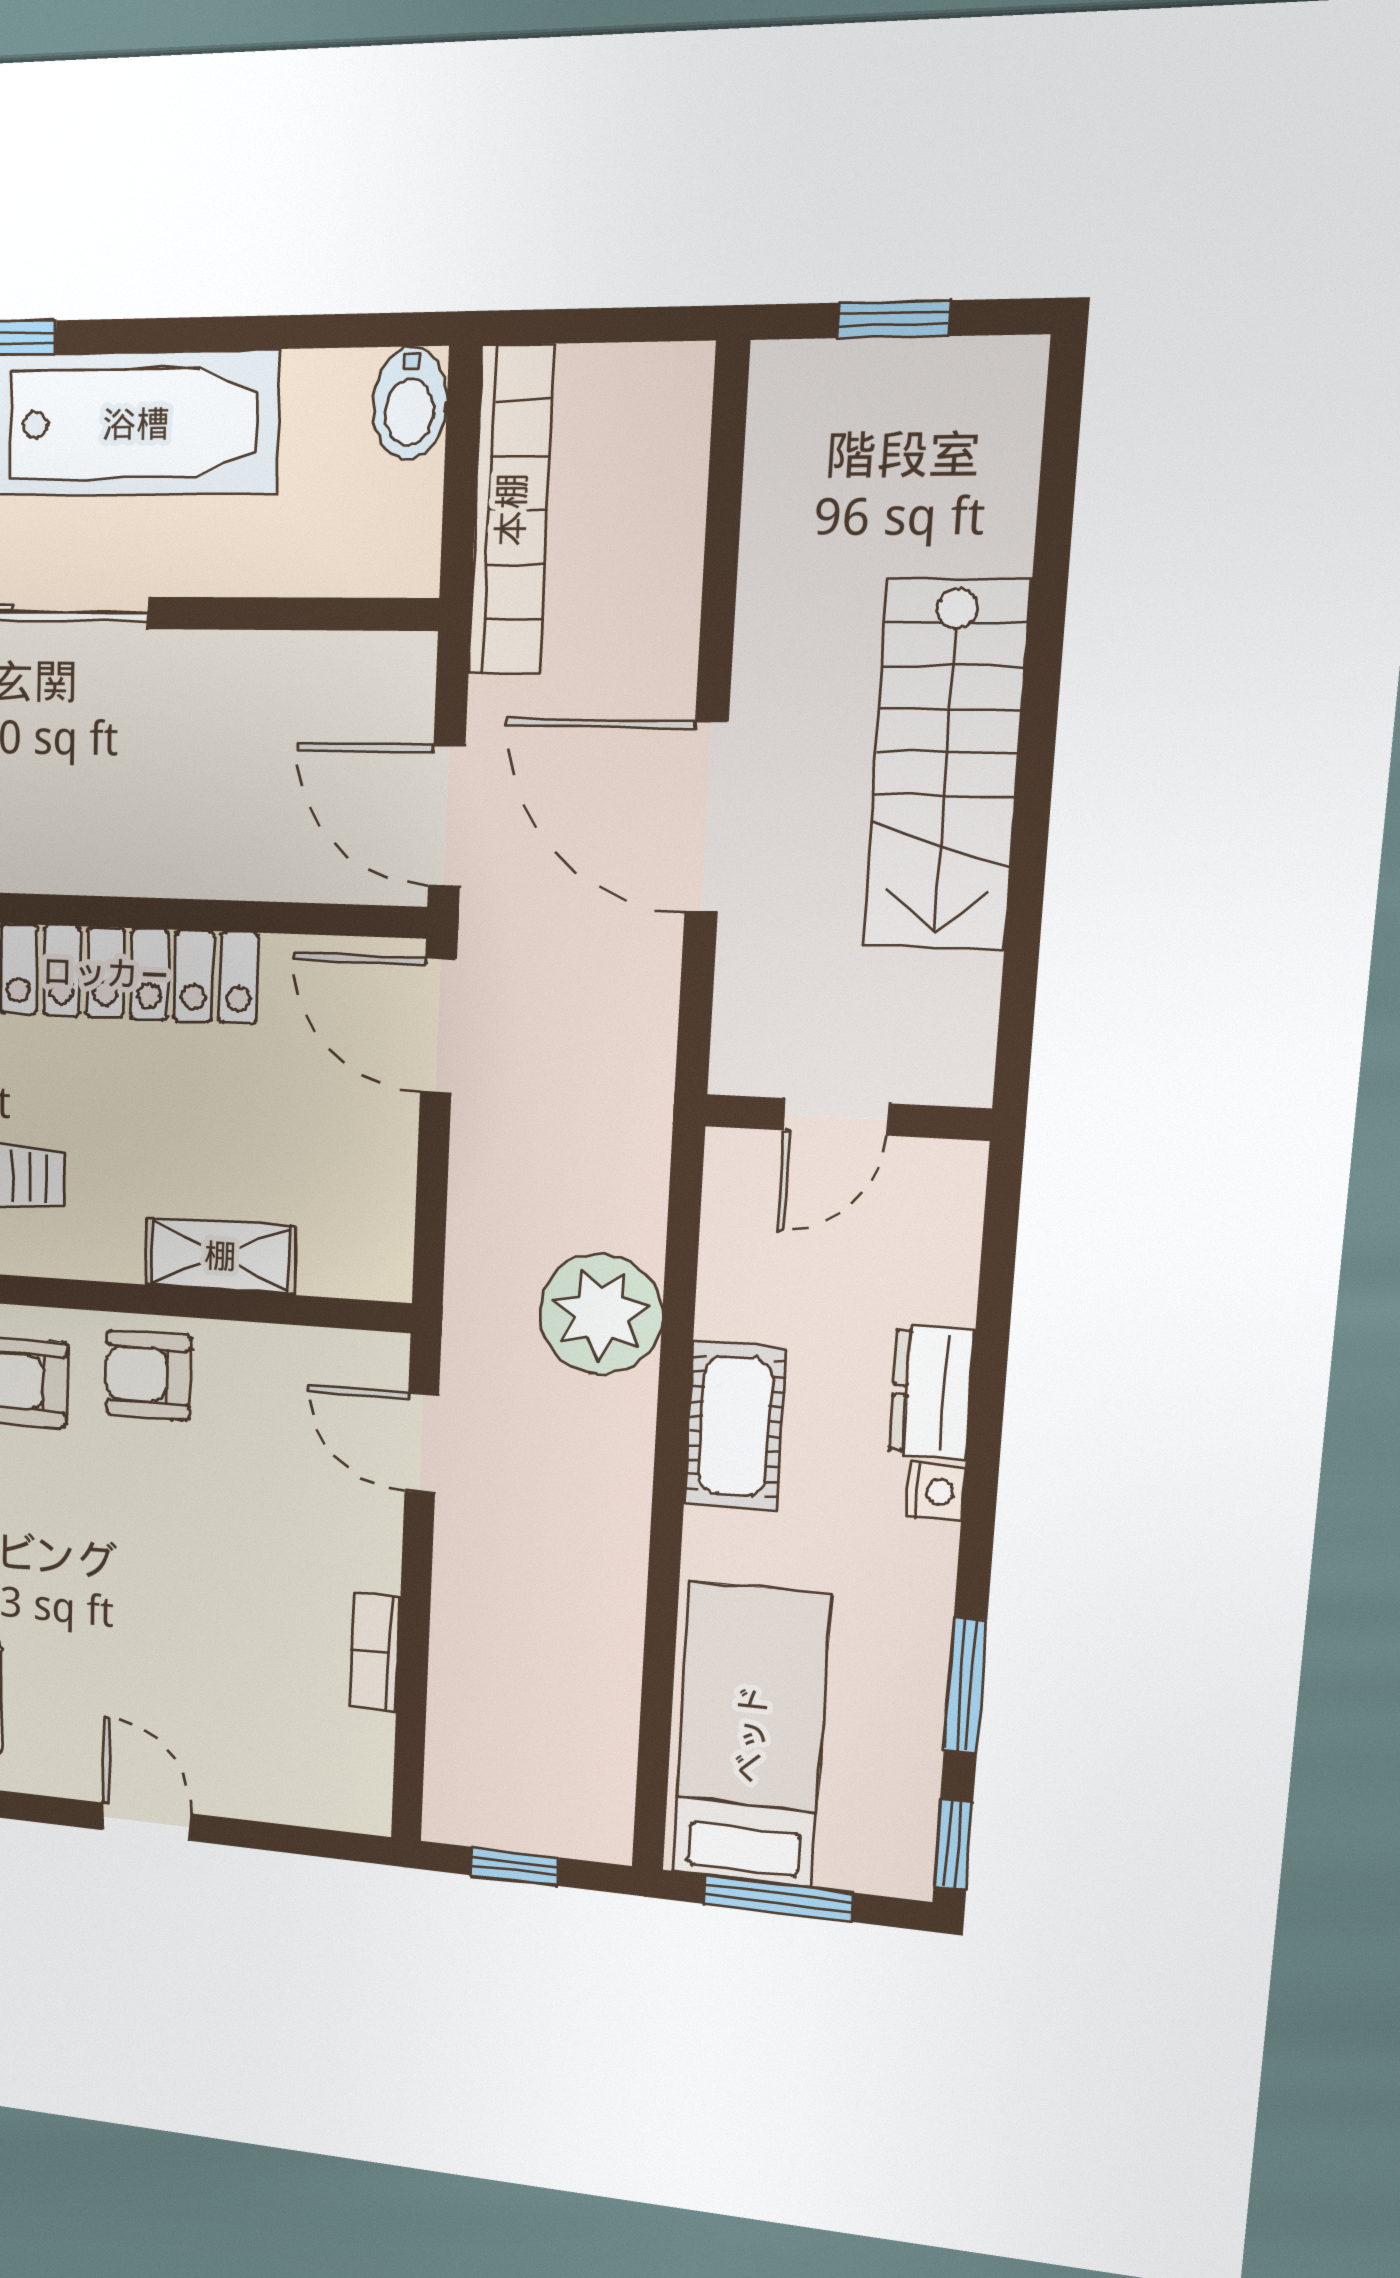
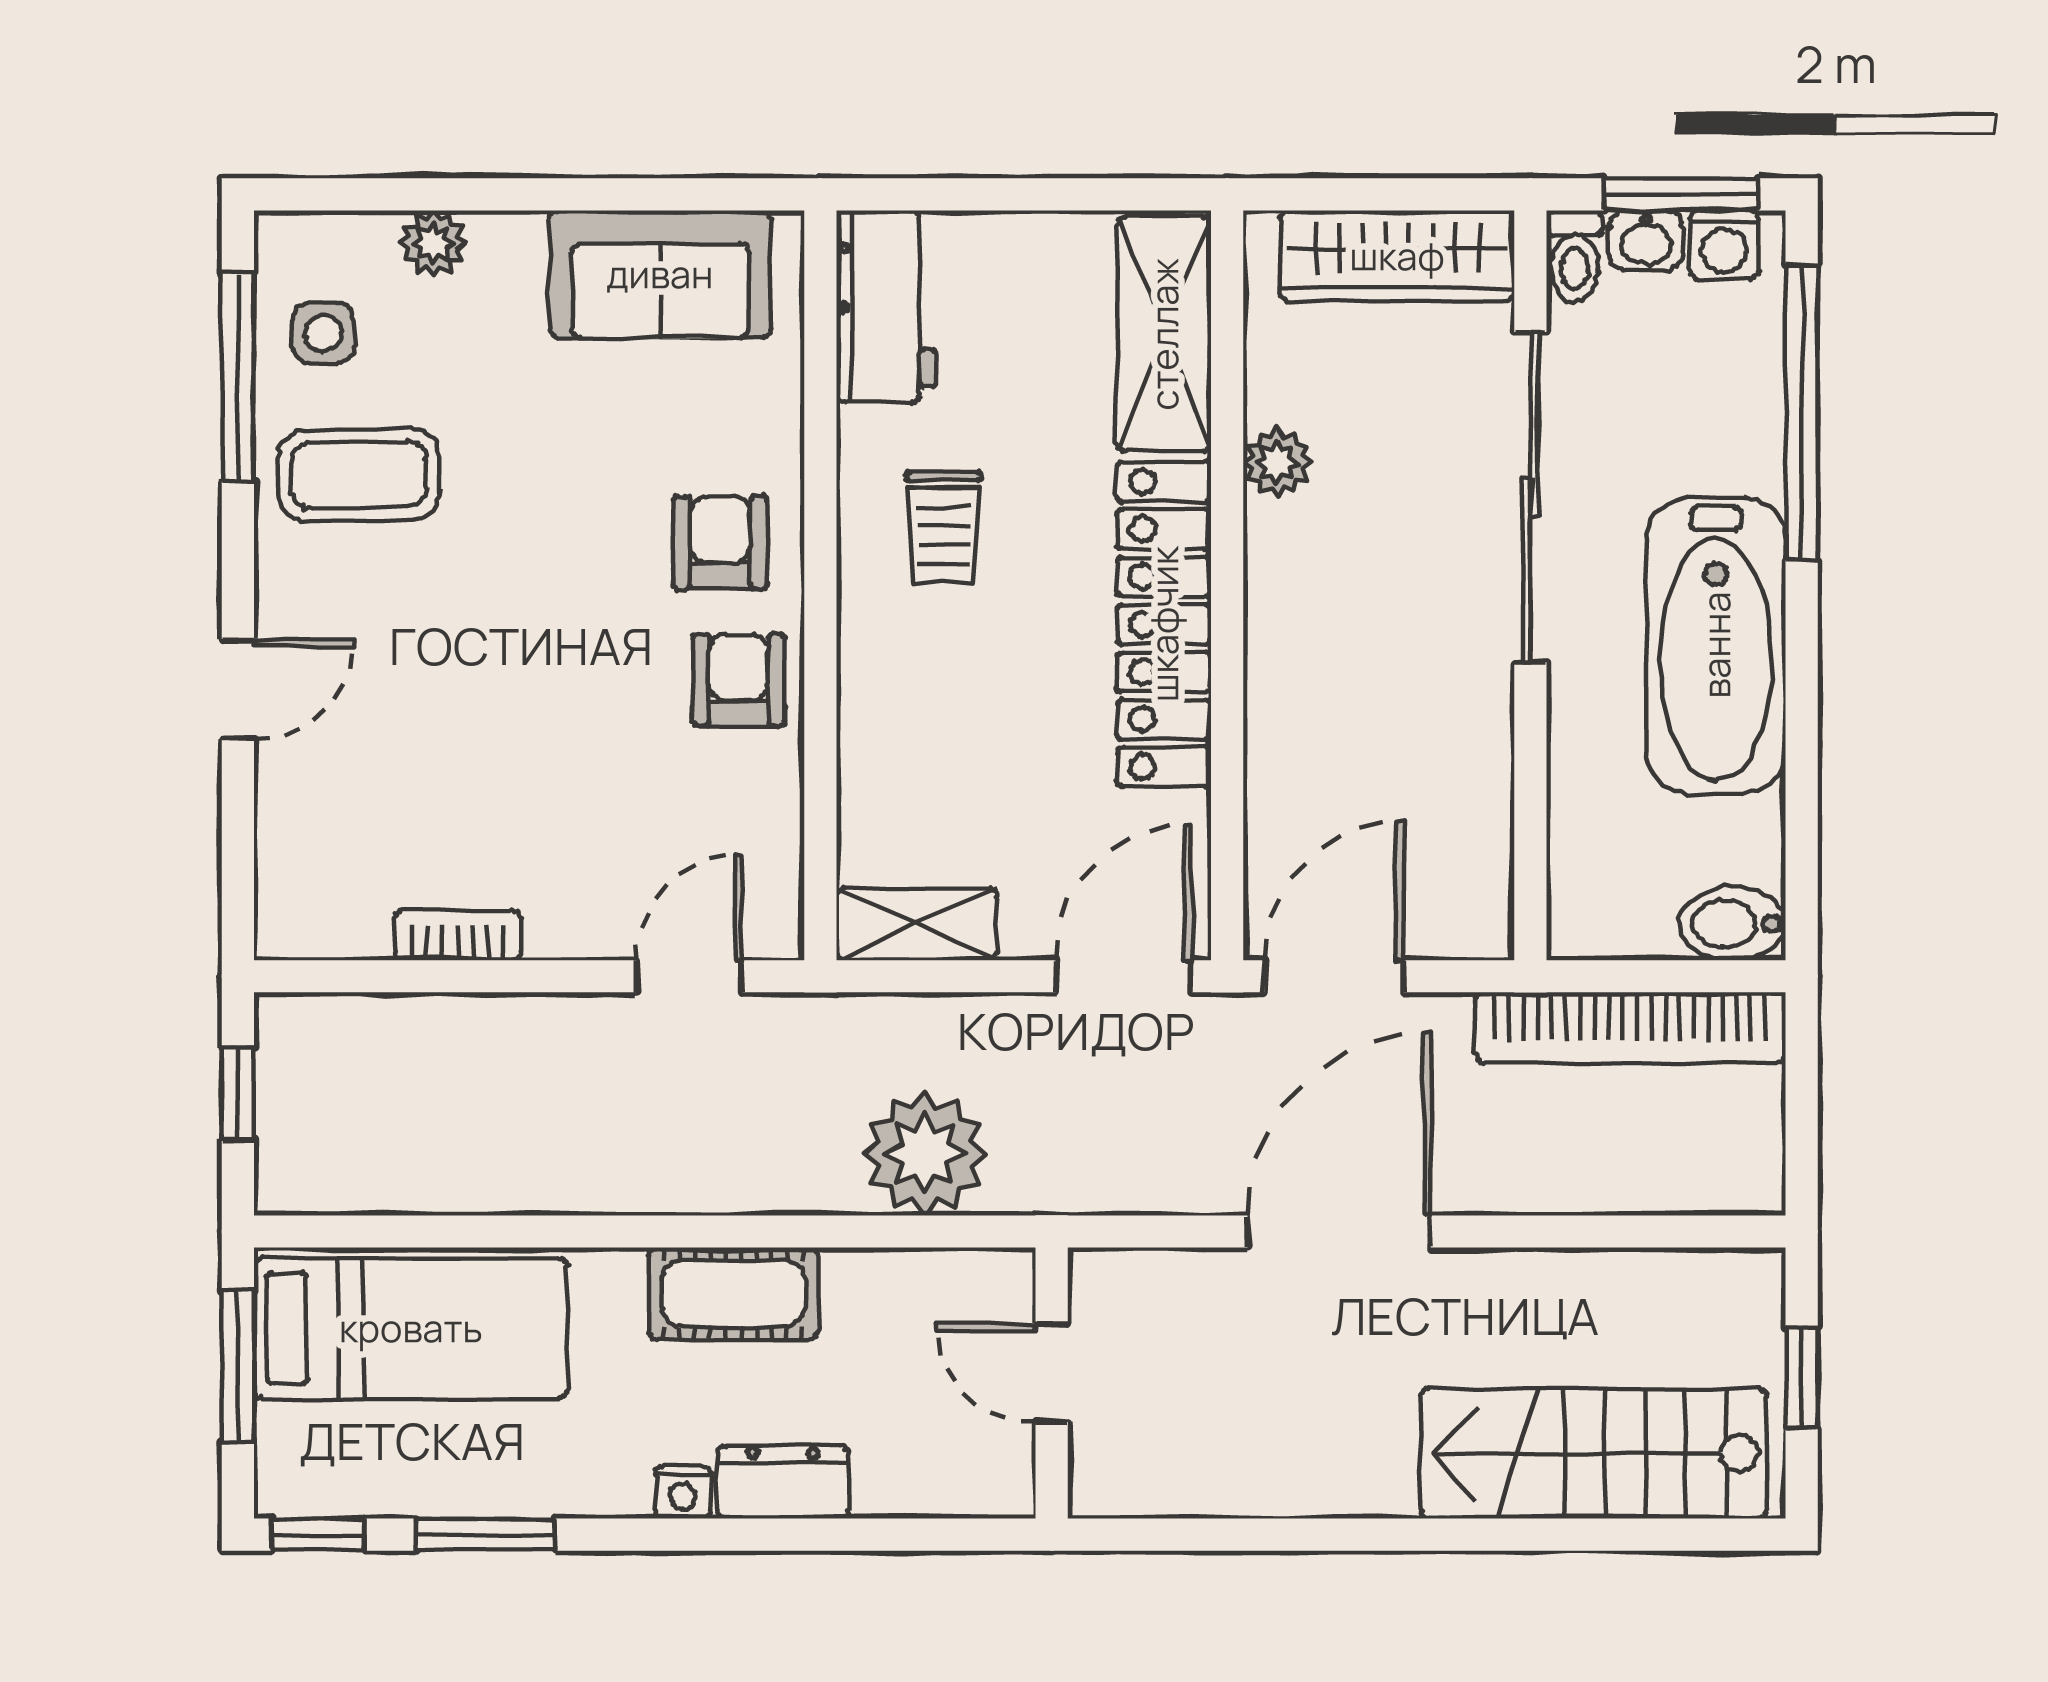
stairs: (946, 765) -> (1594, 1453), moved
shelving: (220, 1256) -> (917, 924), moved, turned 90
plant: (600, 1314) -> (925, 1154), moved

